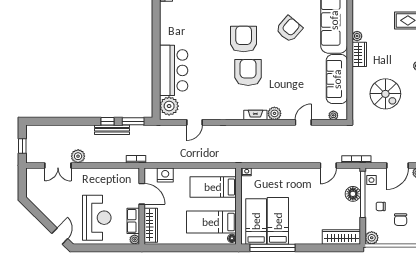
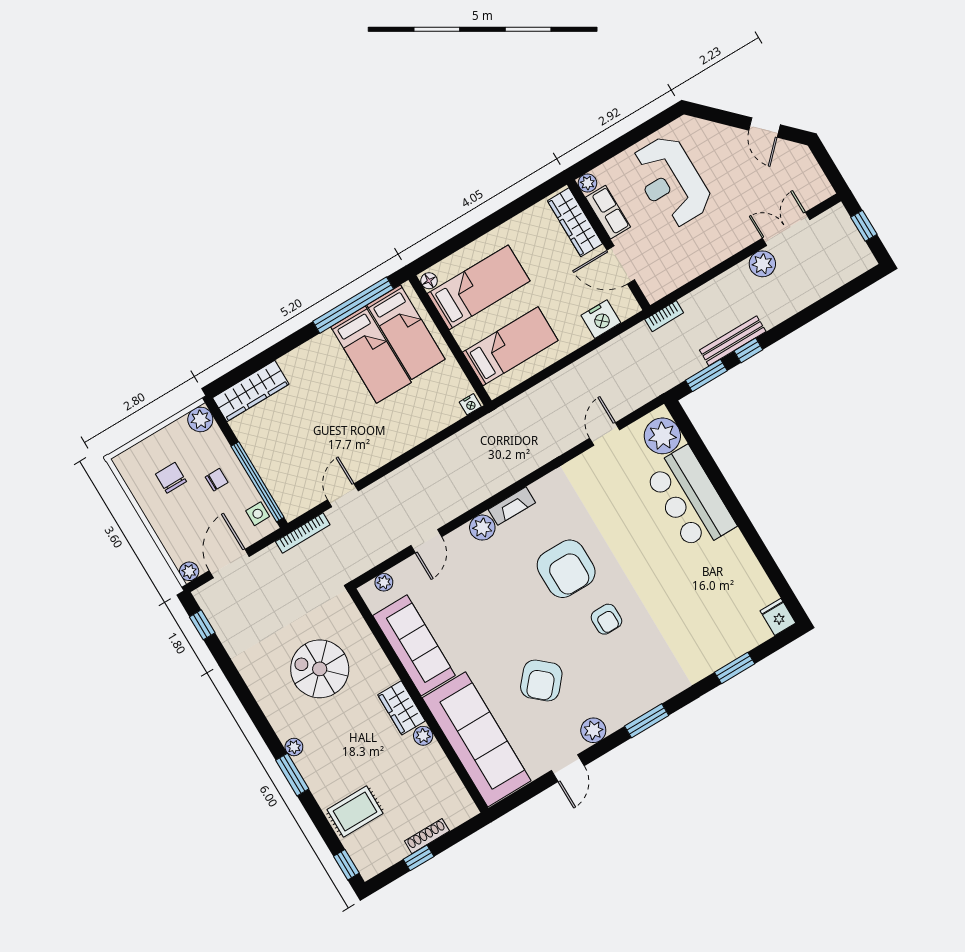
armchair: (244, 39) -> (606, 619), width x0.53, depth x0.53
floor lamp: (353, 194) -> (274, 473), removed
door: (60, 236) -> (765, 128), moved

